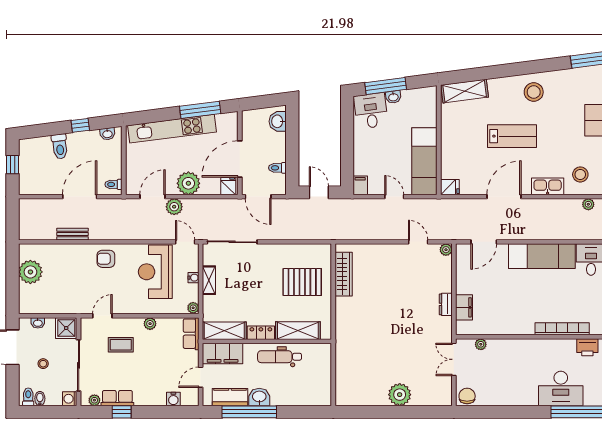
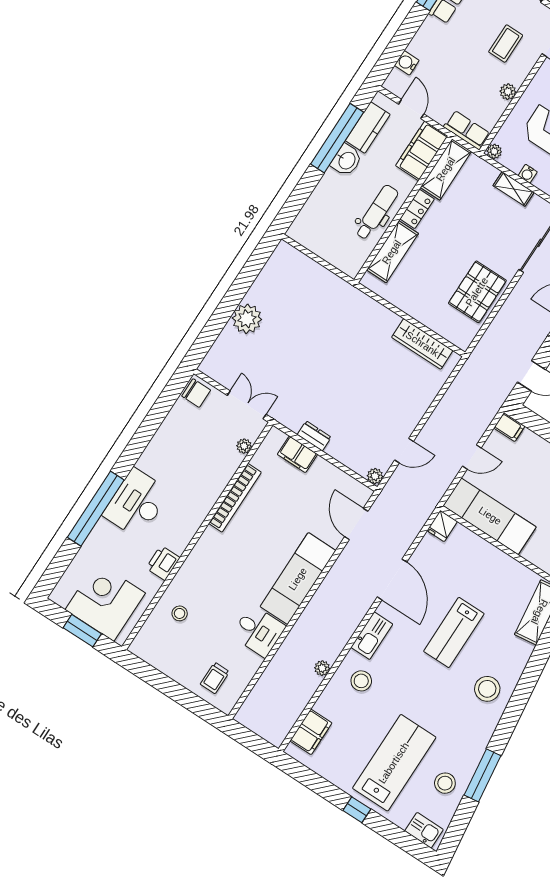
pallet: (302, 282) -> (477, 292), moved
bookcase: (562, 329) -> (235, 498), moved

